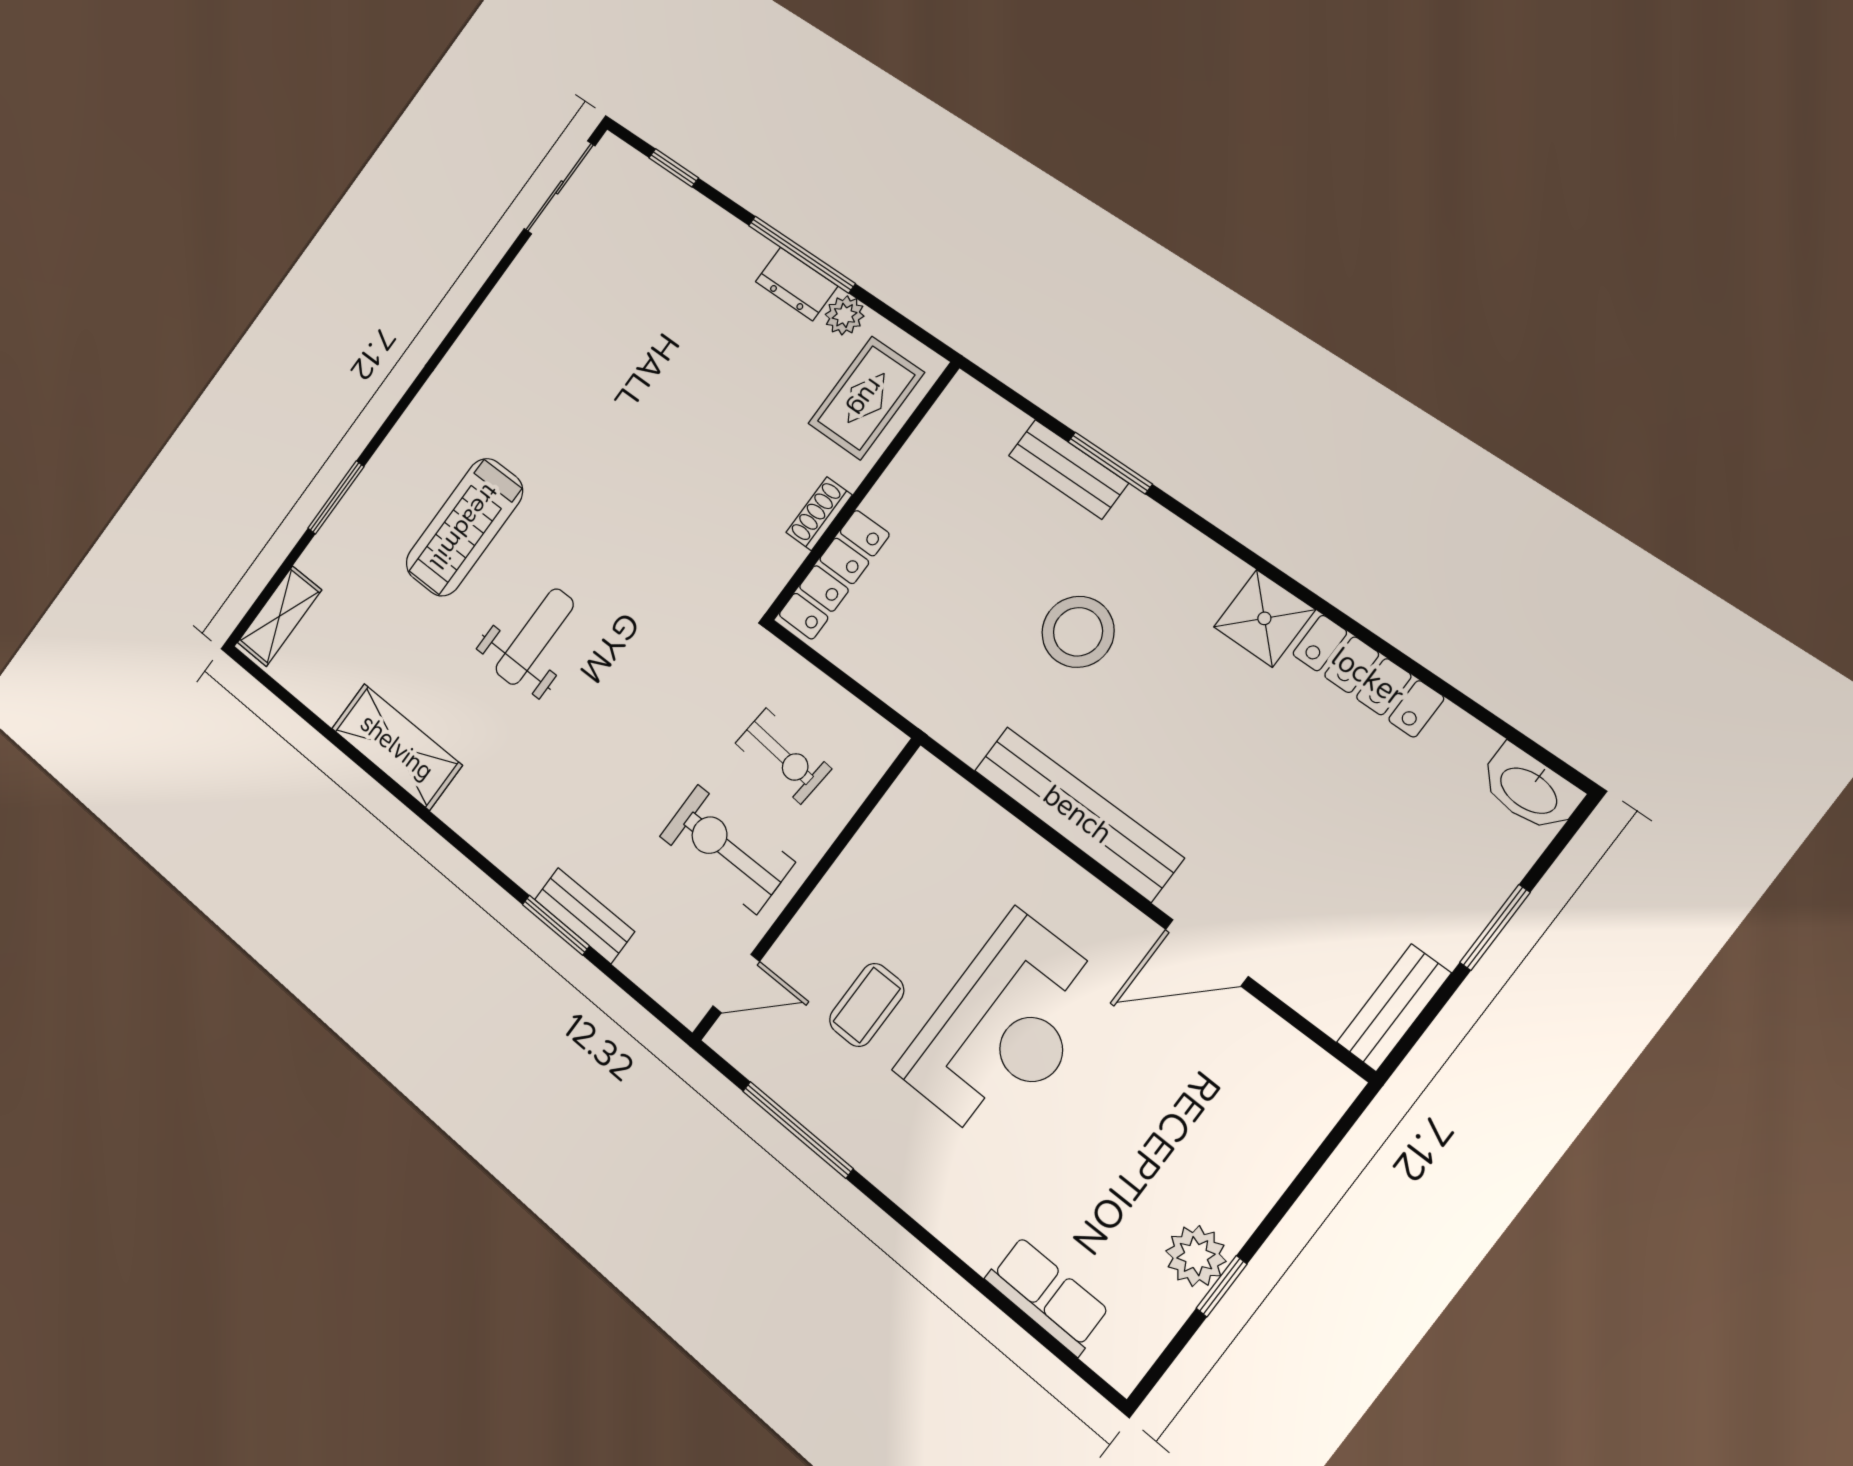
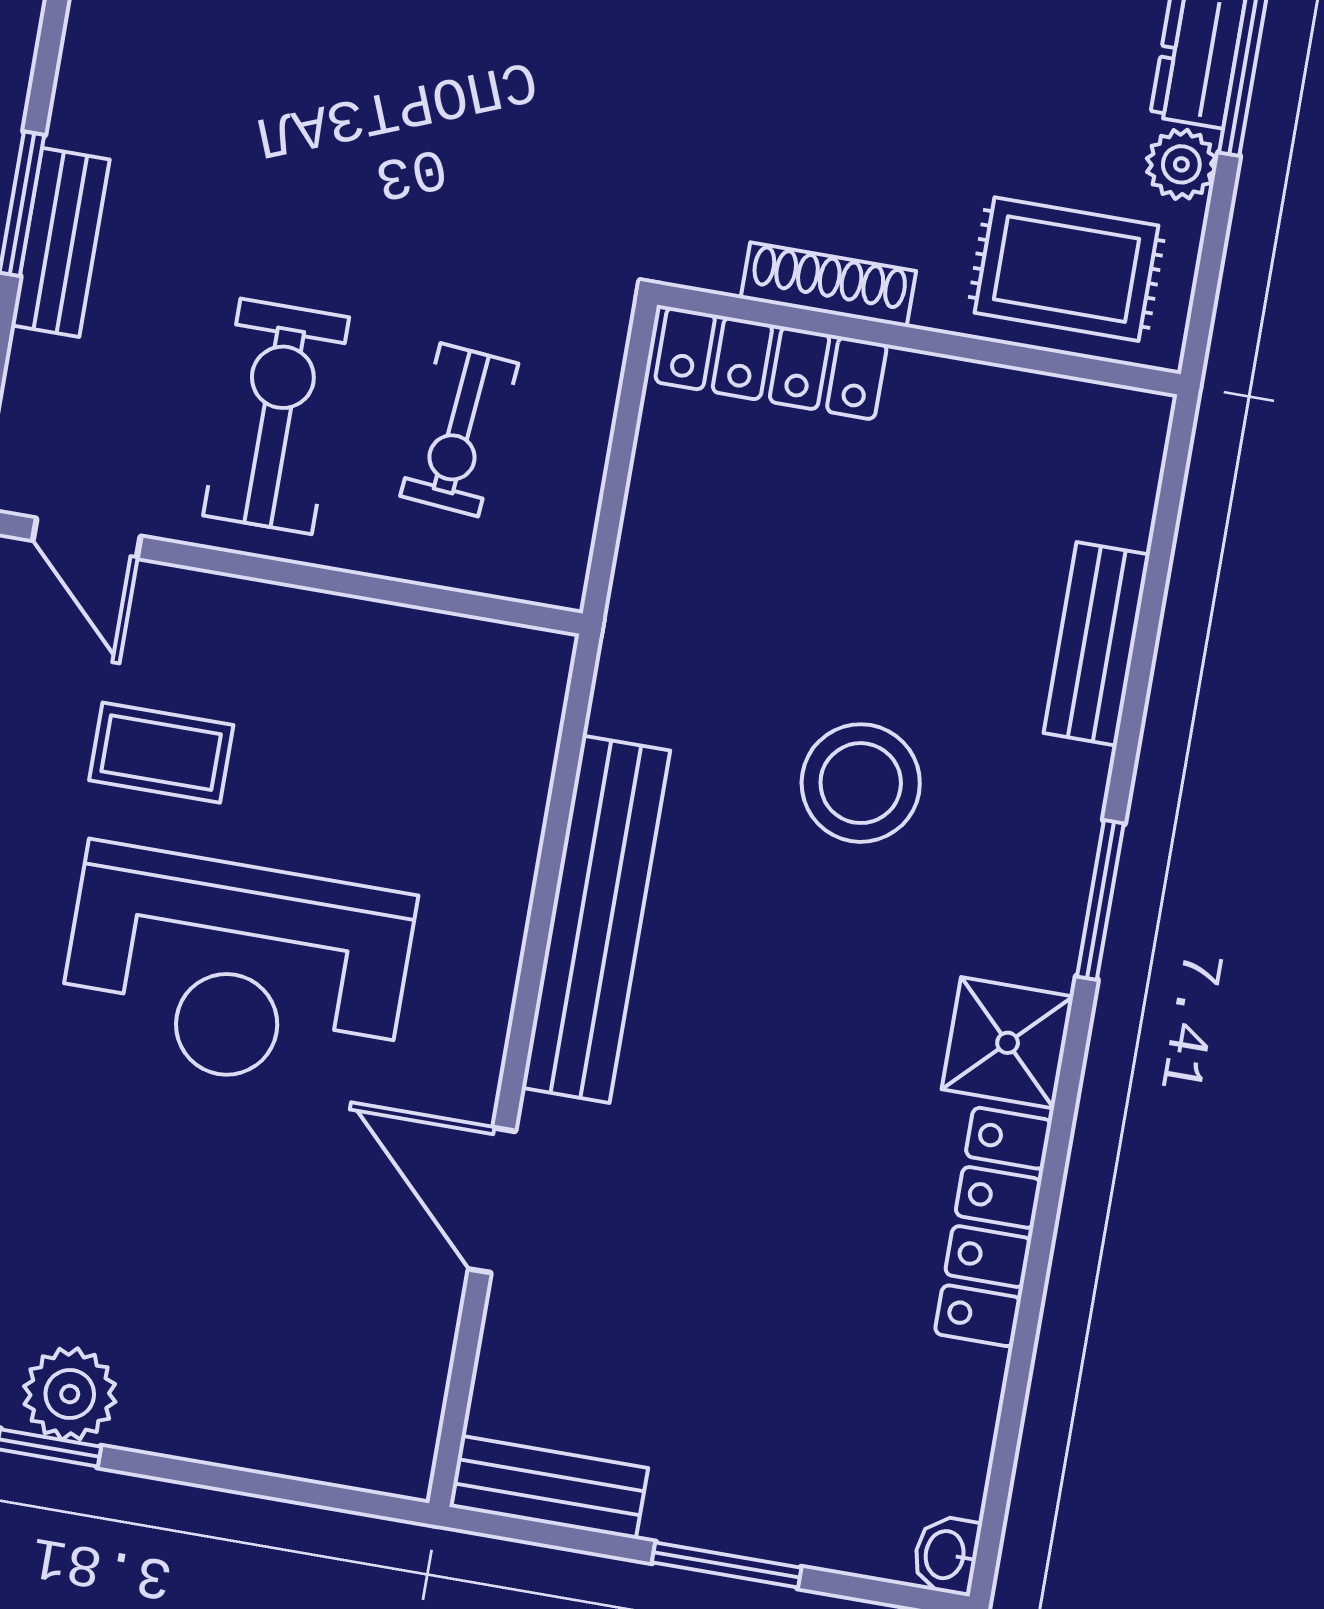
window: (1110, 463) -> (1100, 900), moved
shoe rack: (819, 514) -> (828, 285), width x1.43
washbasin: (1530, 789) -> (946, 1555), width x0.52, depth x0.69

